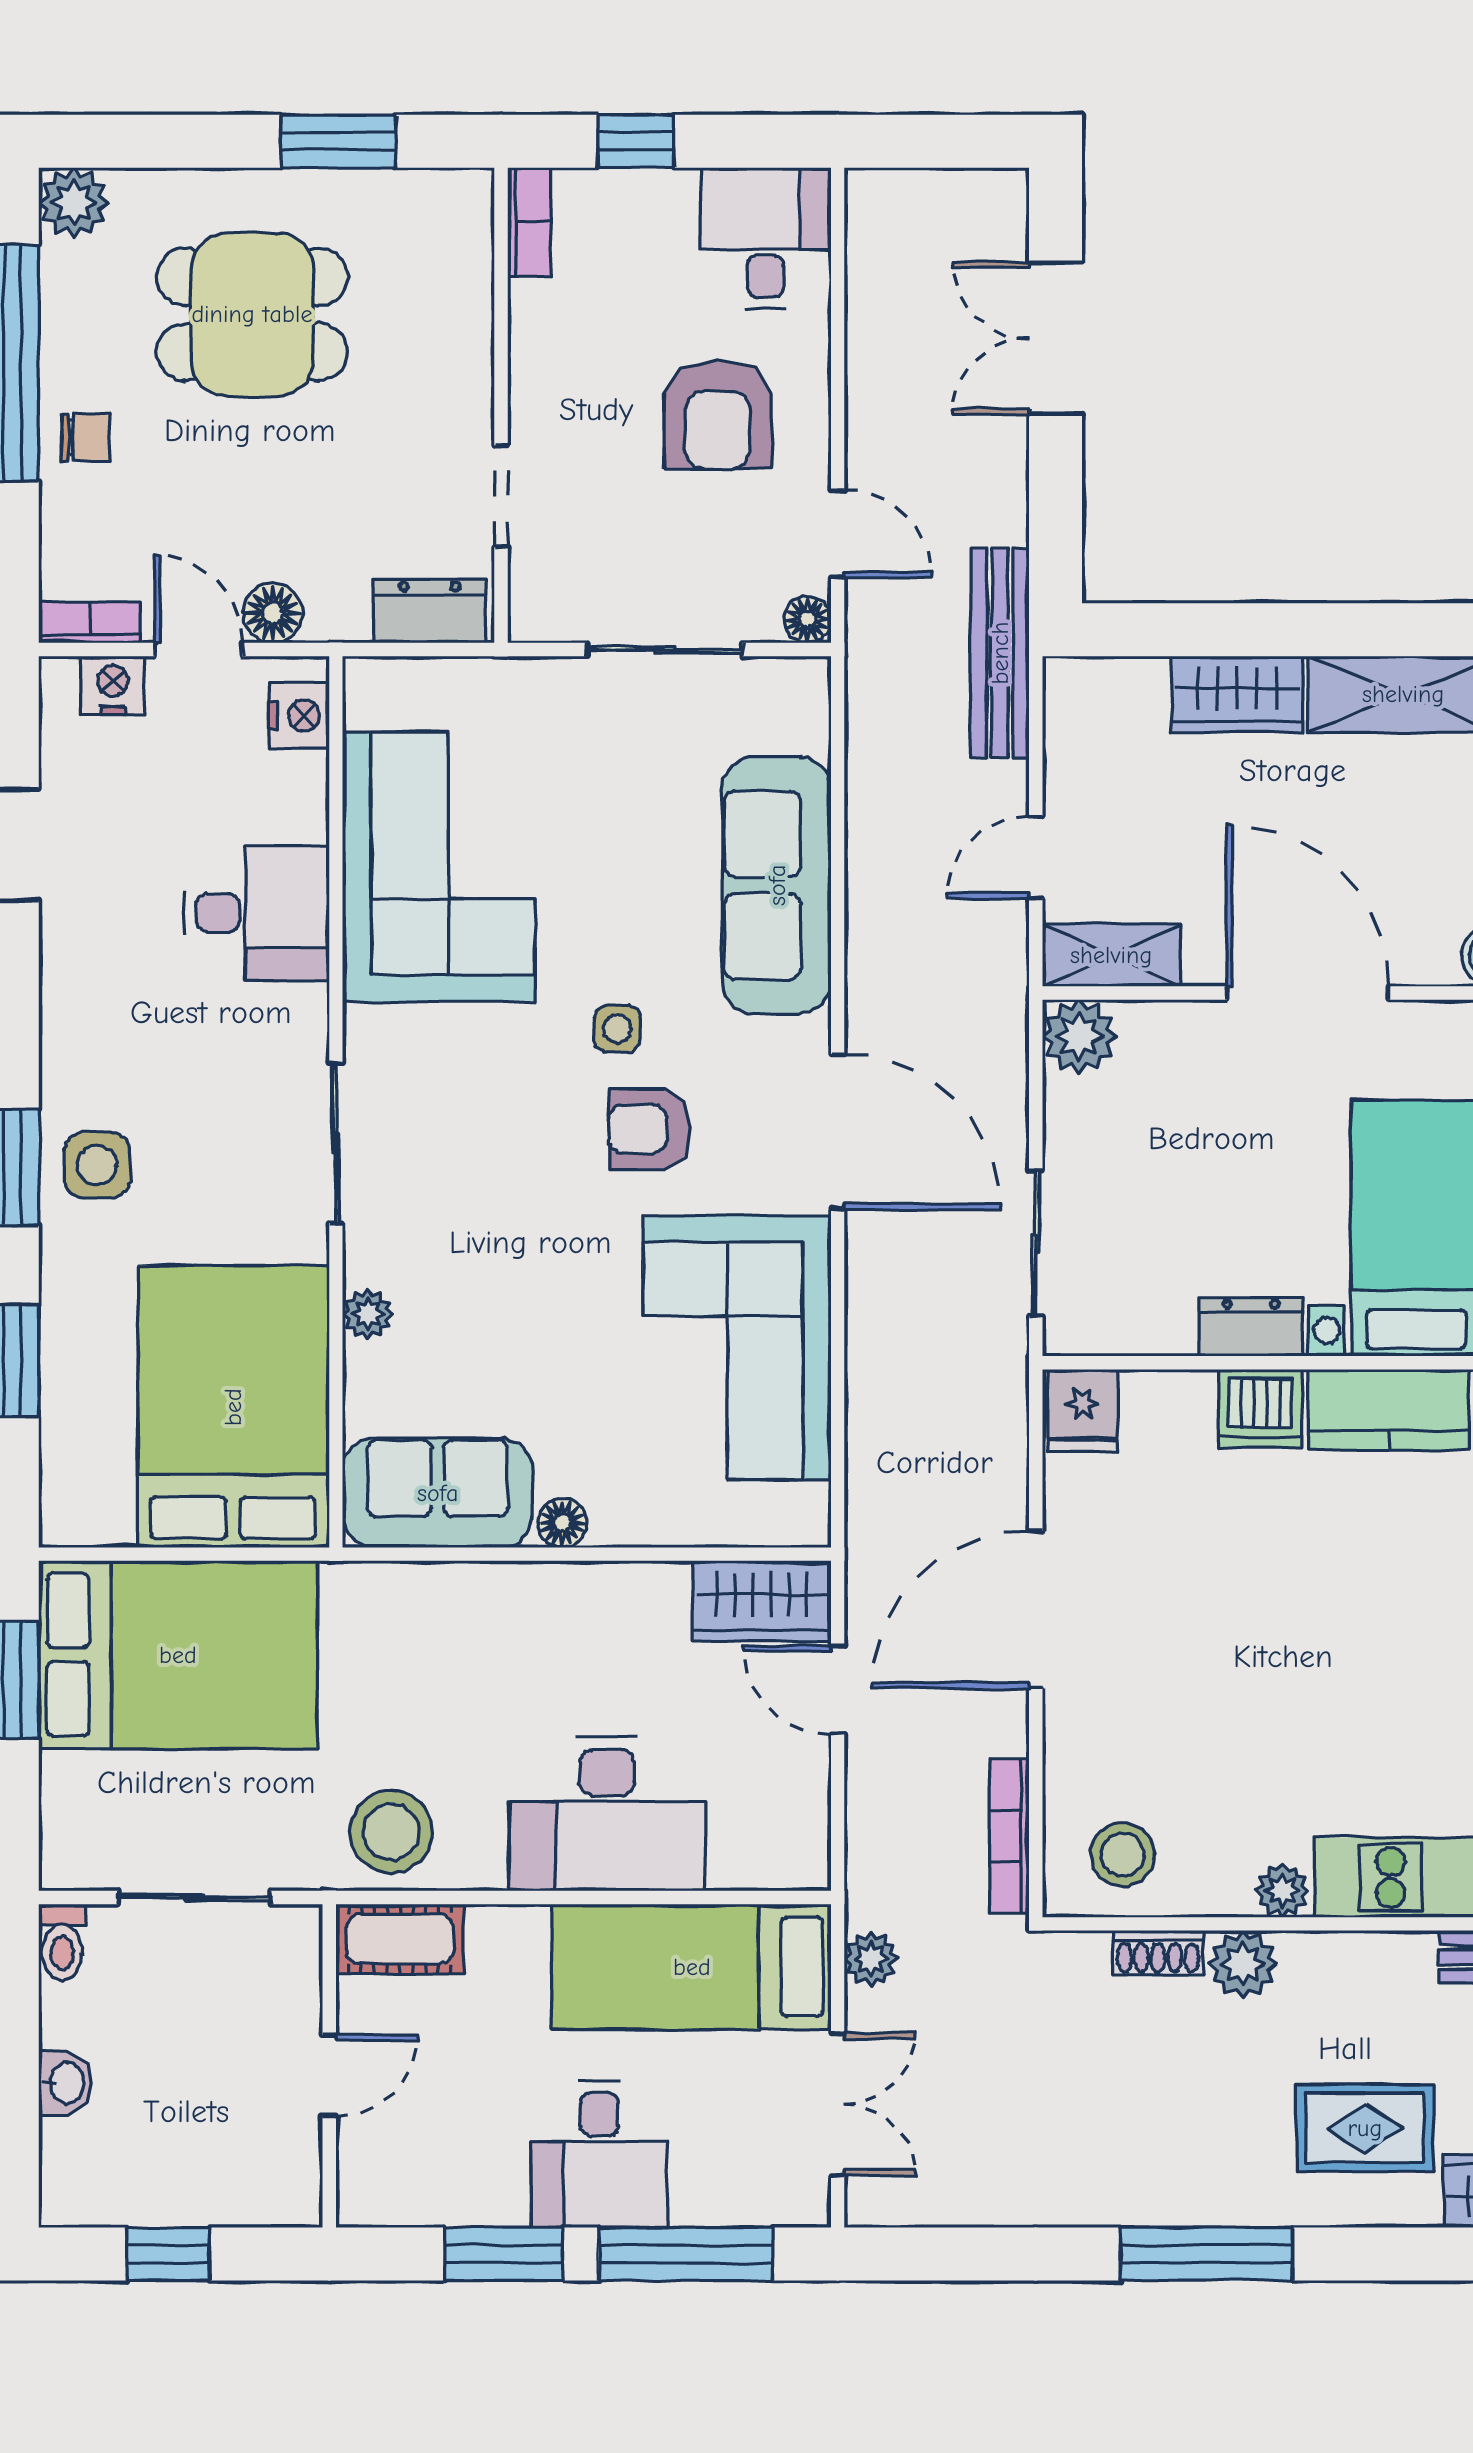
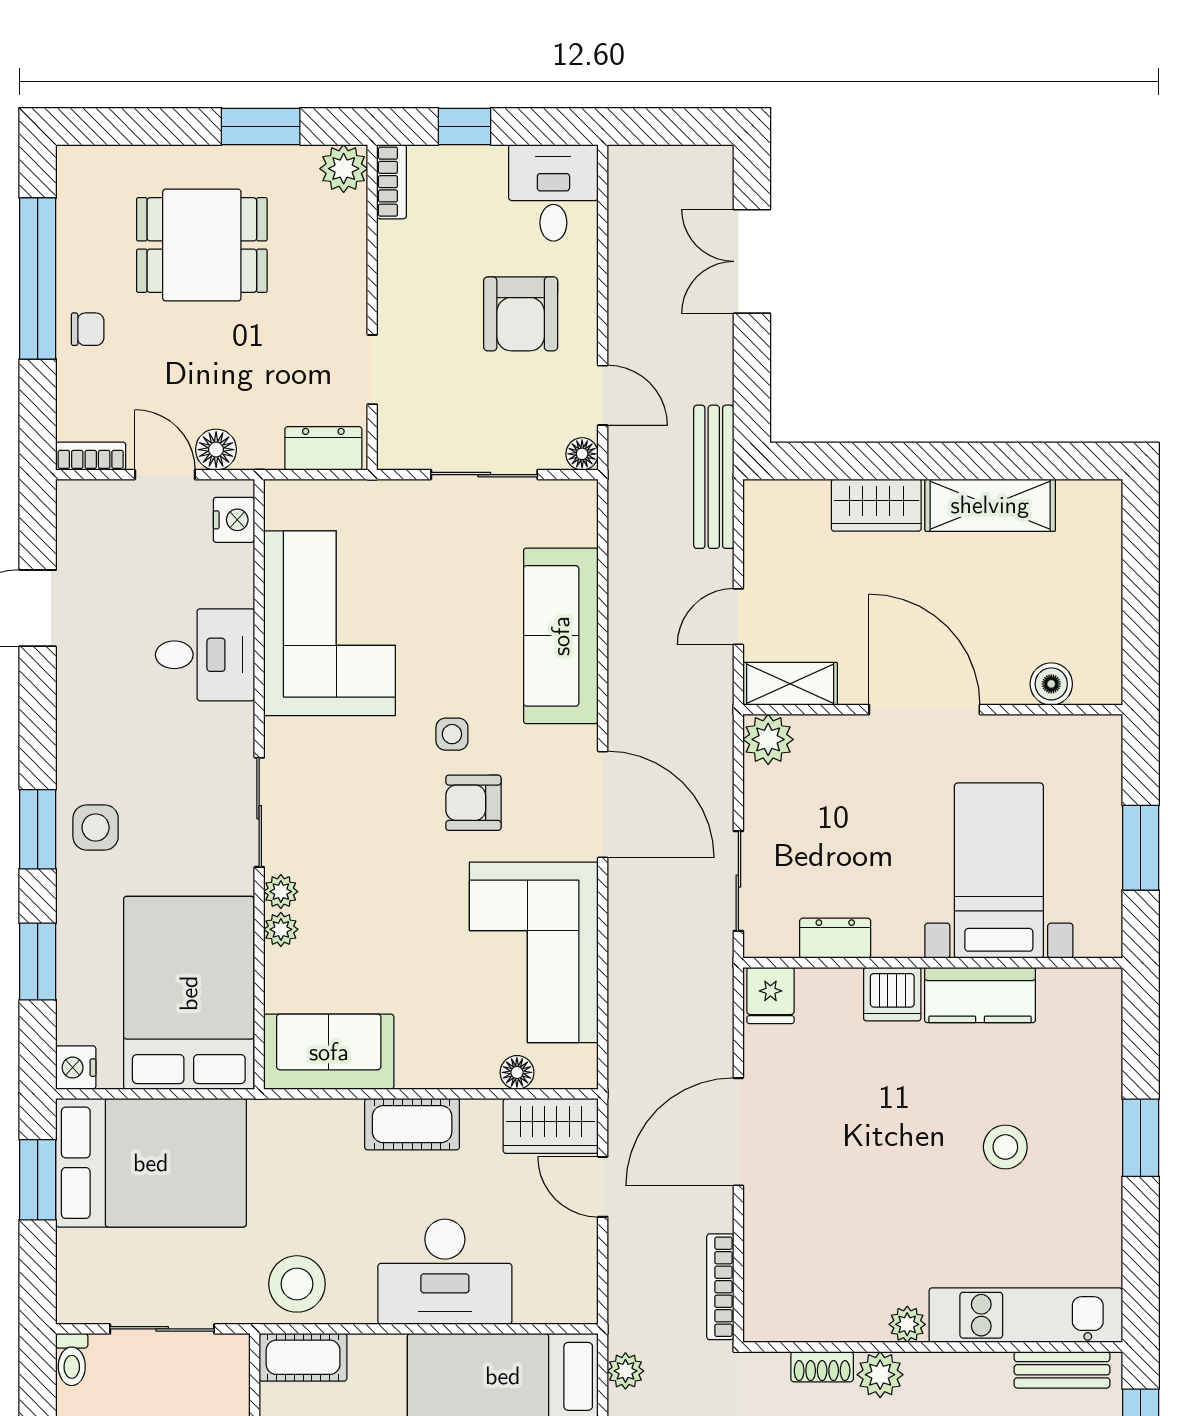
plant: (74, 203) -> (344, 169), moved
nightstand: (113, 685) -> (76, 1068), moved, turned -90
plant: (367, 1259) -> (281, 892), added
dresser: (1251, 1327) -> (835, 938), moved
floor lamp: (563, 1523) -> (517, 1072), moved
cot: (559, 1598) -> (412, 1124), added
stool: (1122, 1854) -> (1005, 1147), moved

